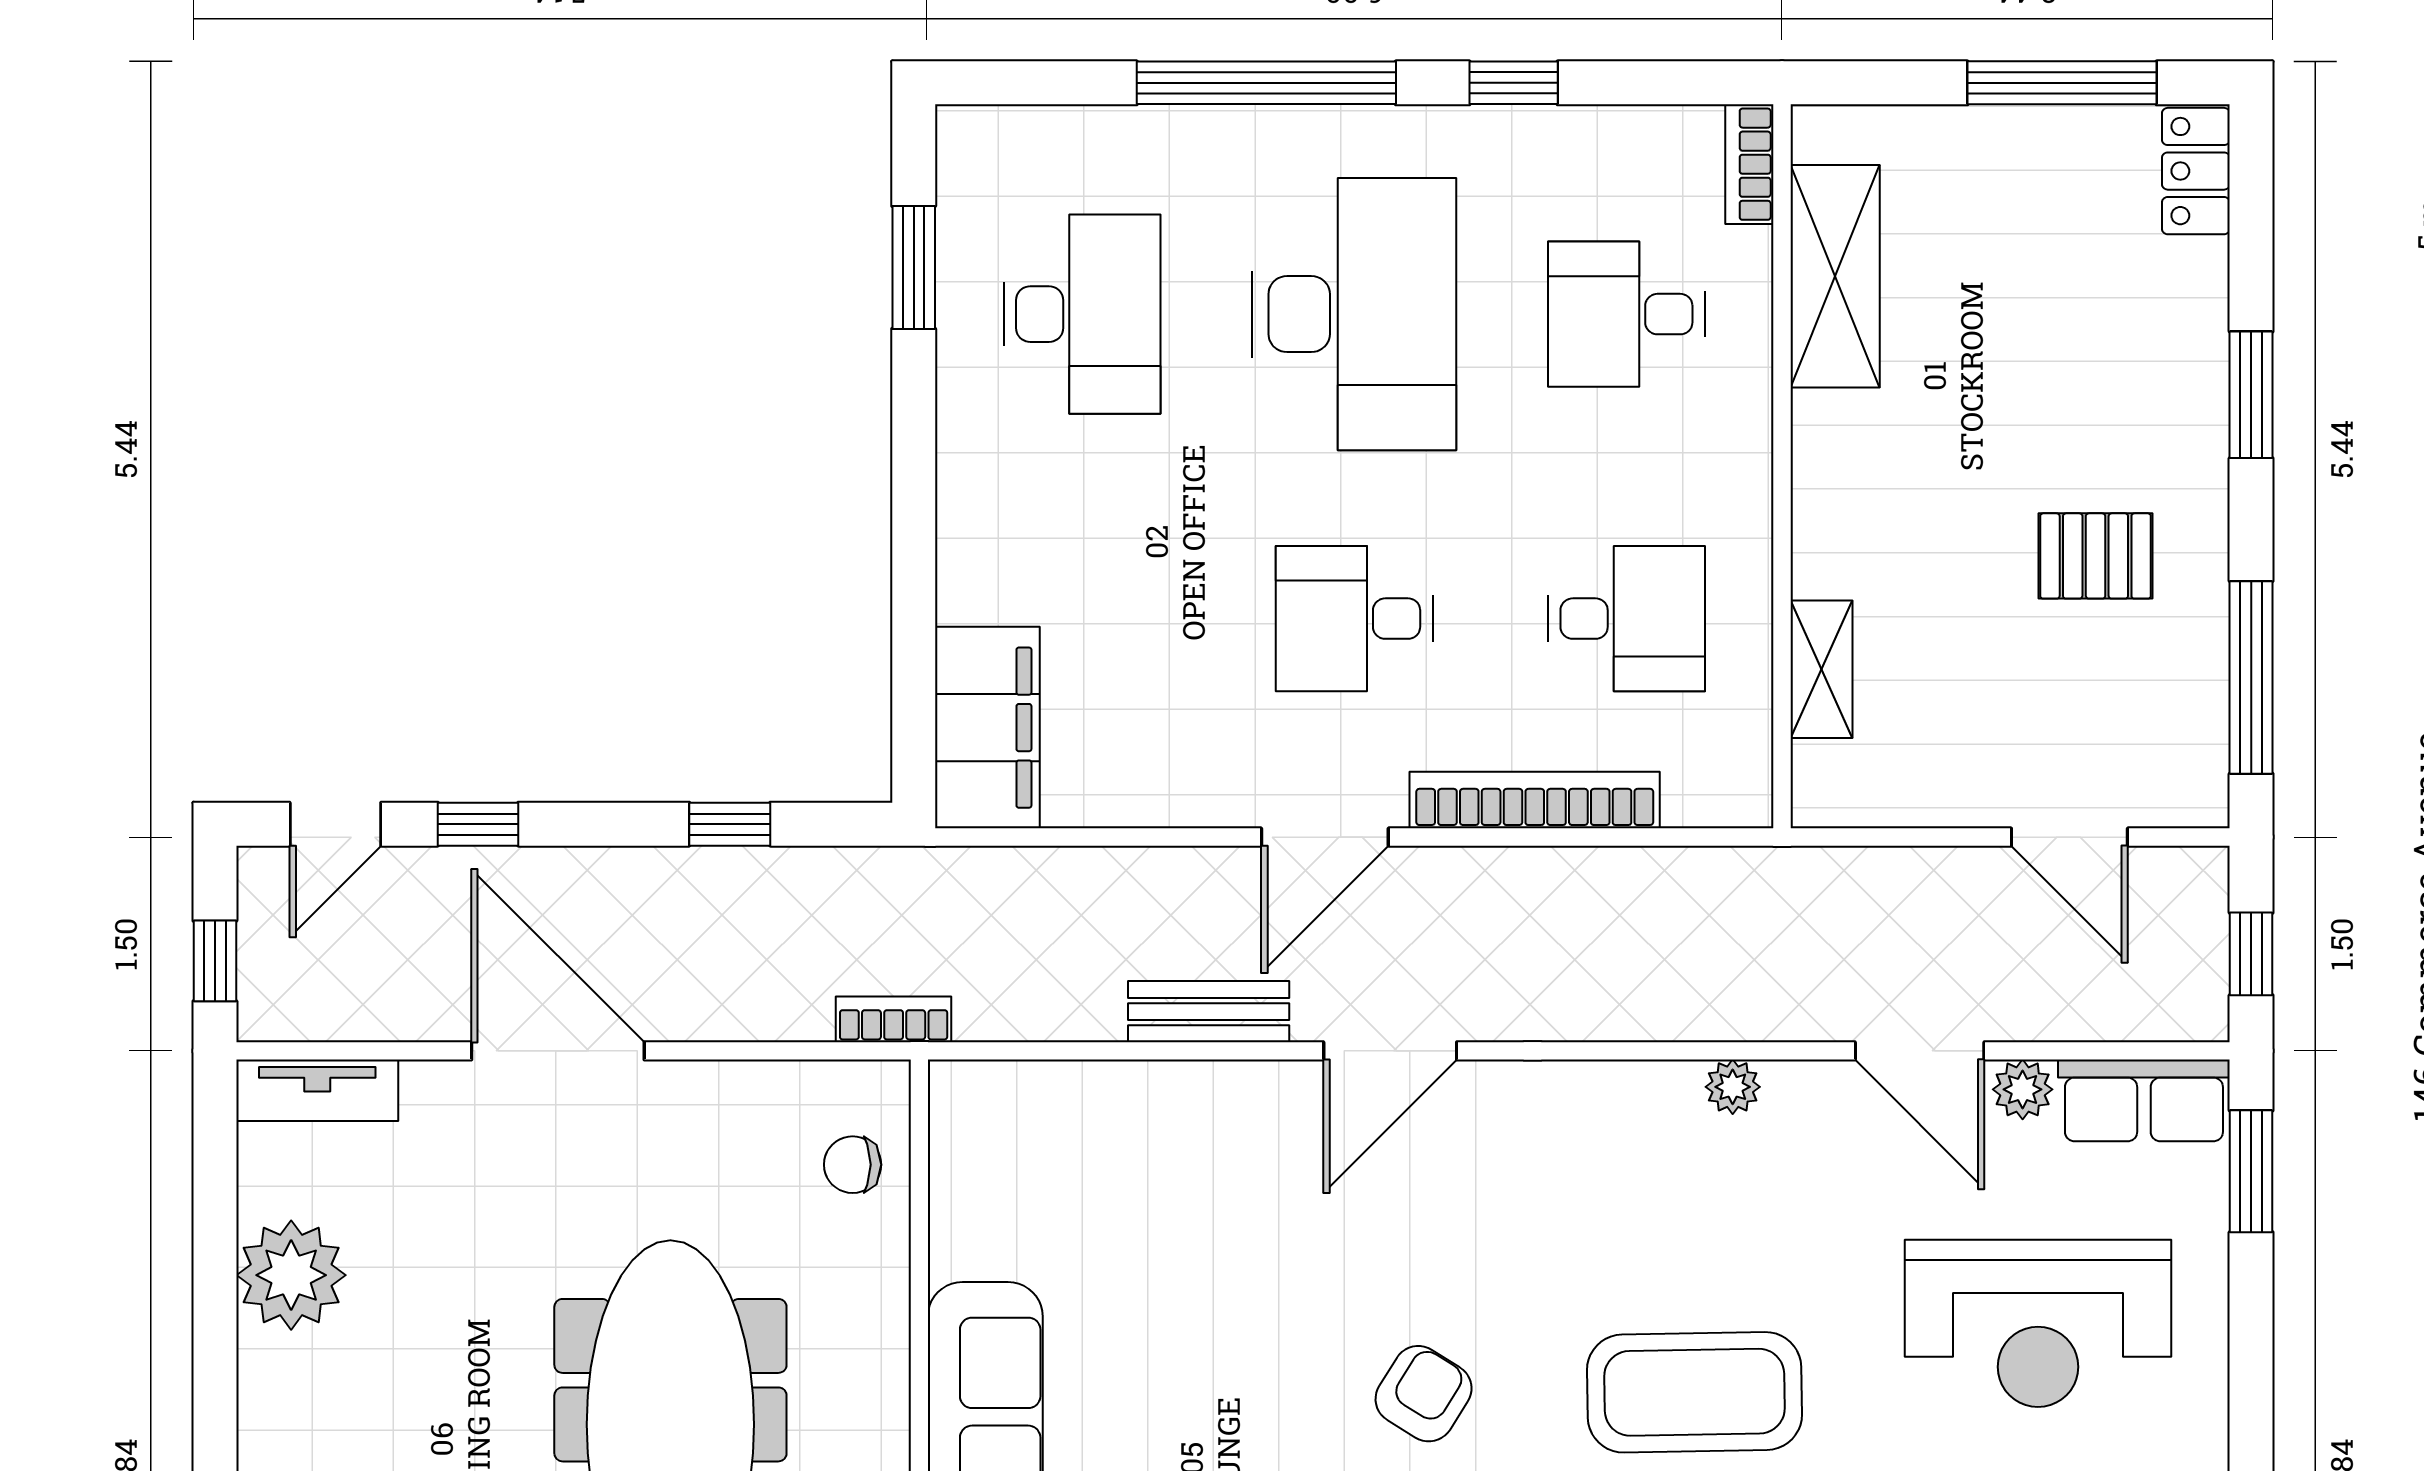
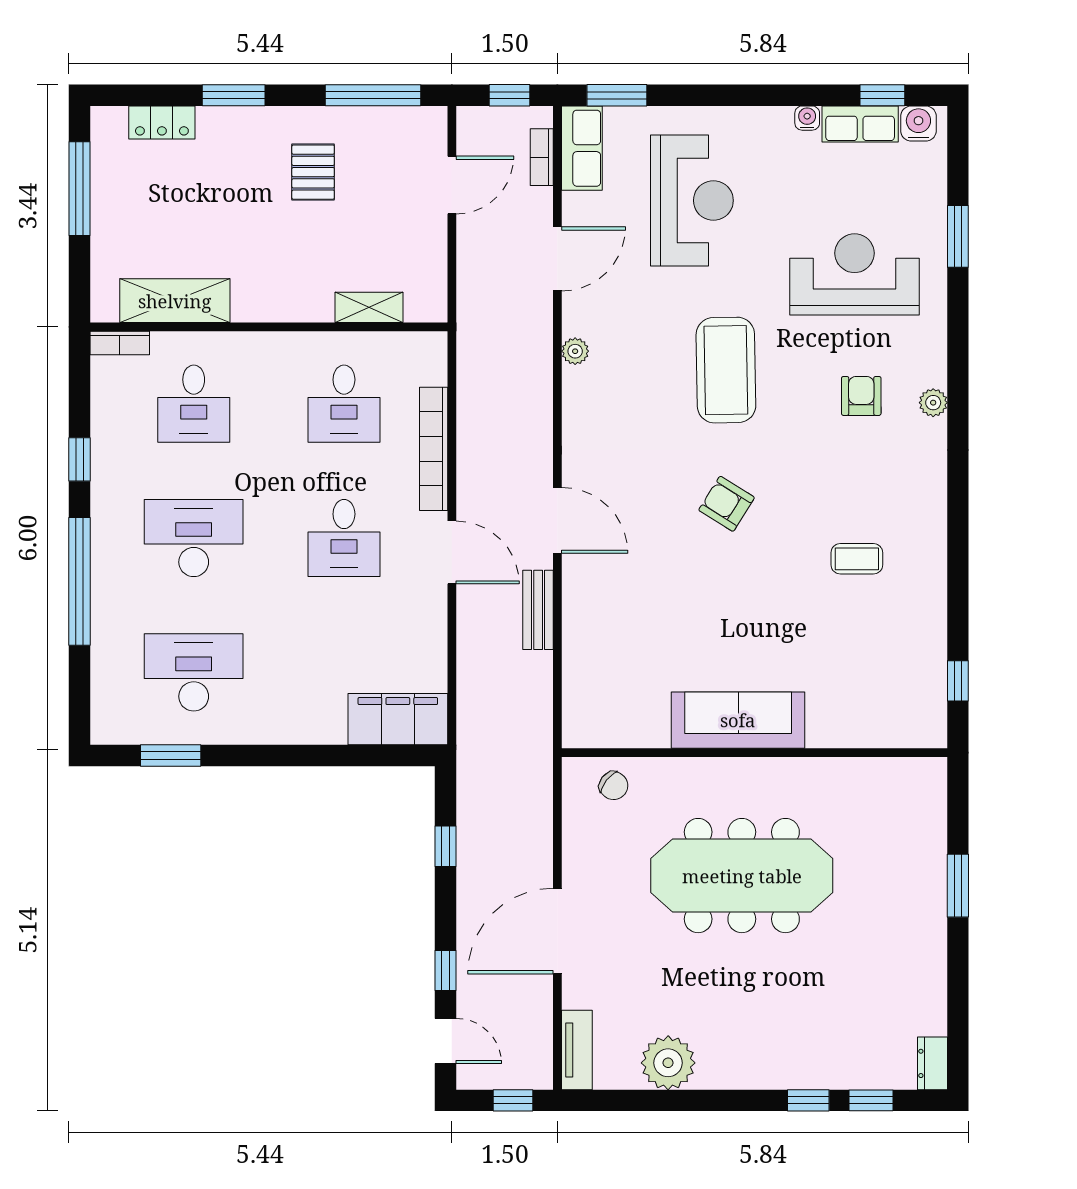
locker: (2196, 171) -> (162, 123), moved
desk: (1354, 314) -> (194, 538), width x0.73, depth x0.77
desk: (1626, 619) -> (344, 404), turned 180
bookcase: (894, 1019) -> (542, 157), moved
plant: (2023, 1089) -> (576, 208), removed
chair: (853, 1165) -> (614, 786), turned -52

